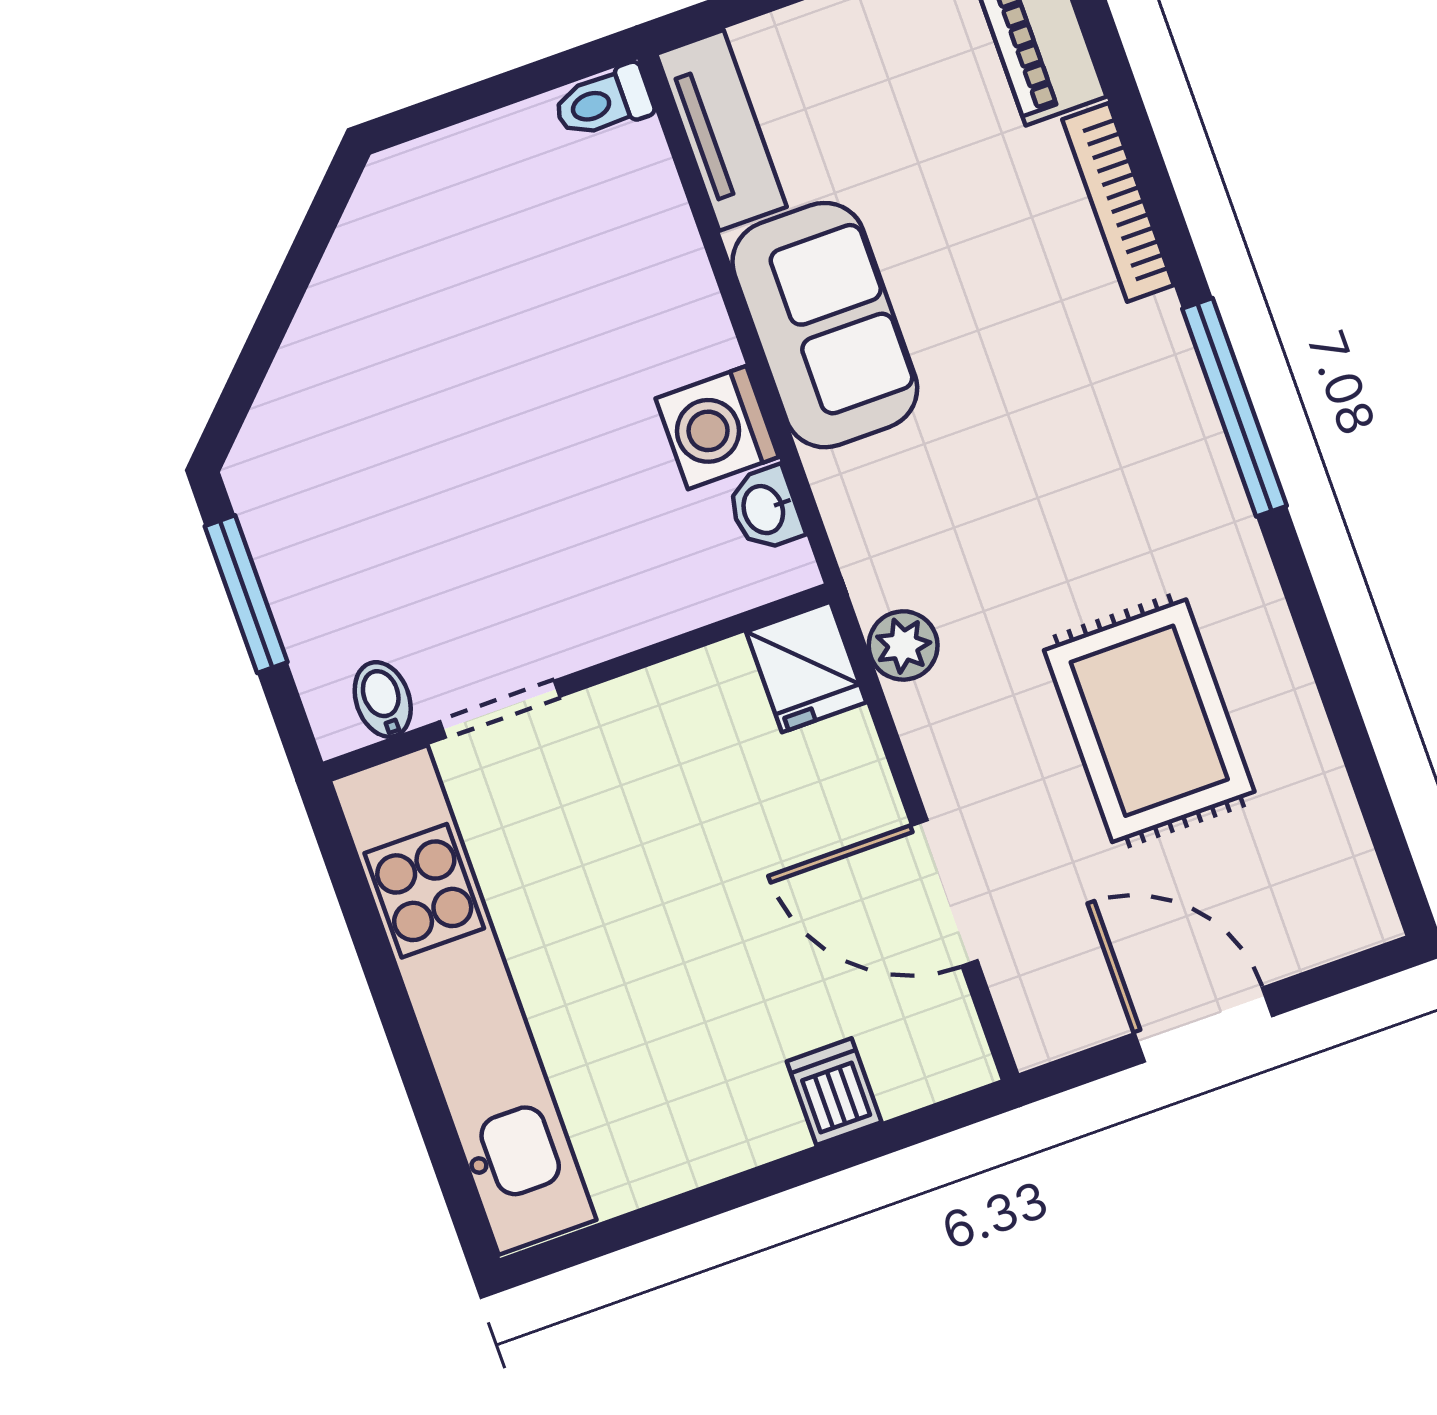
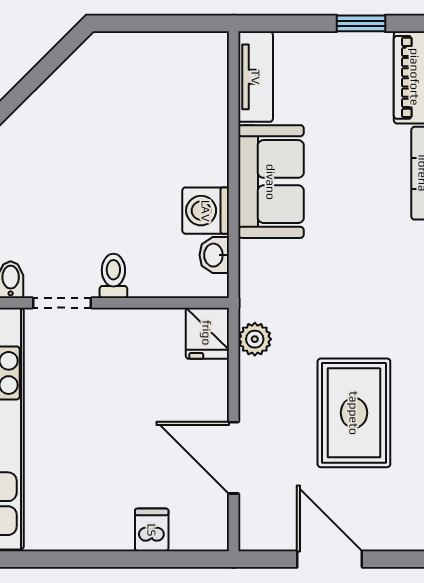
toilet: (603, 102) -> (113, 276), moved, turned 90

